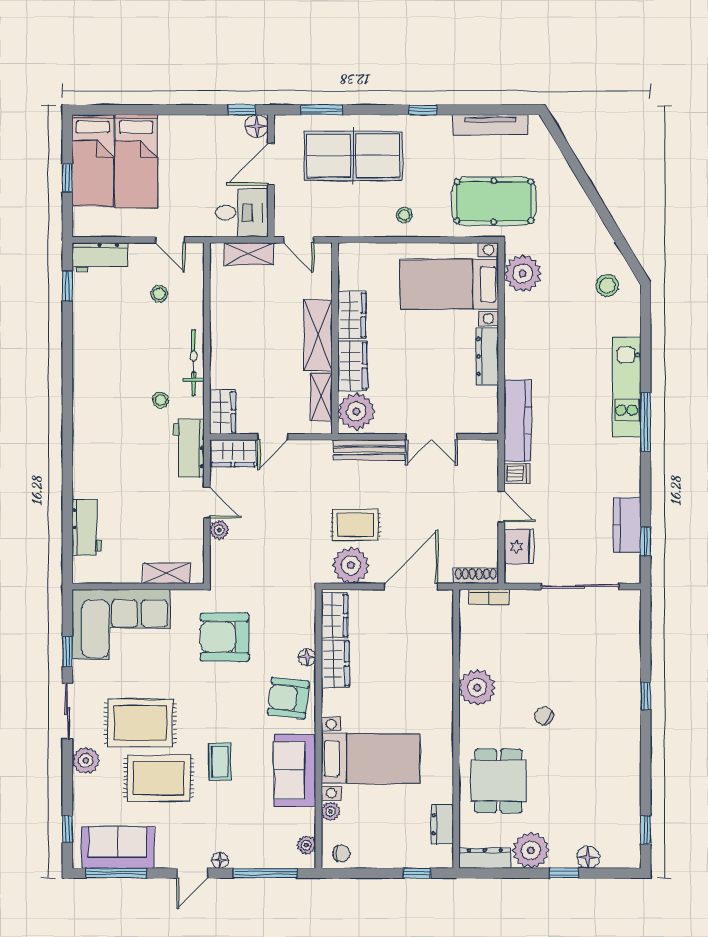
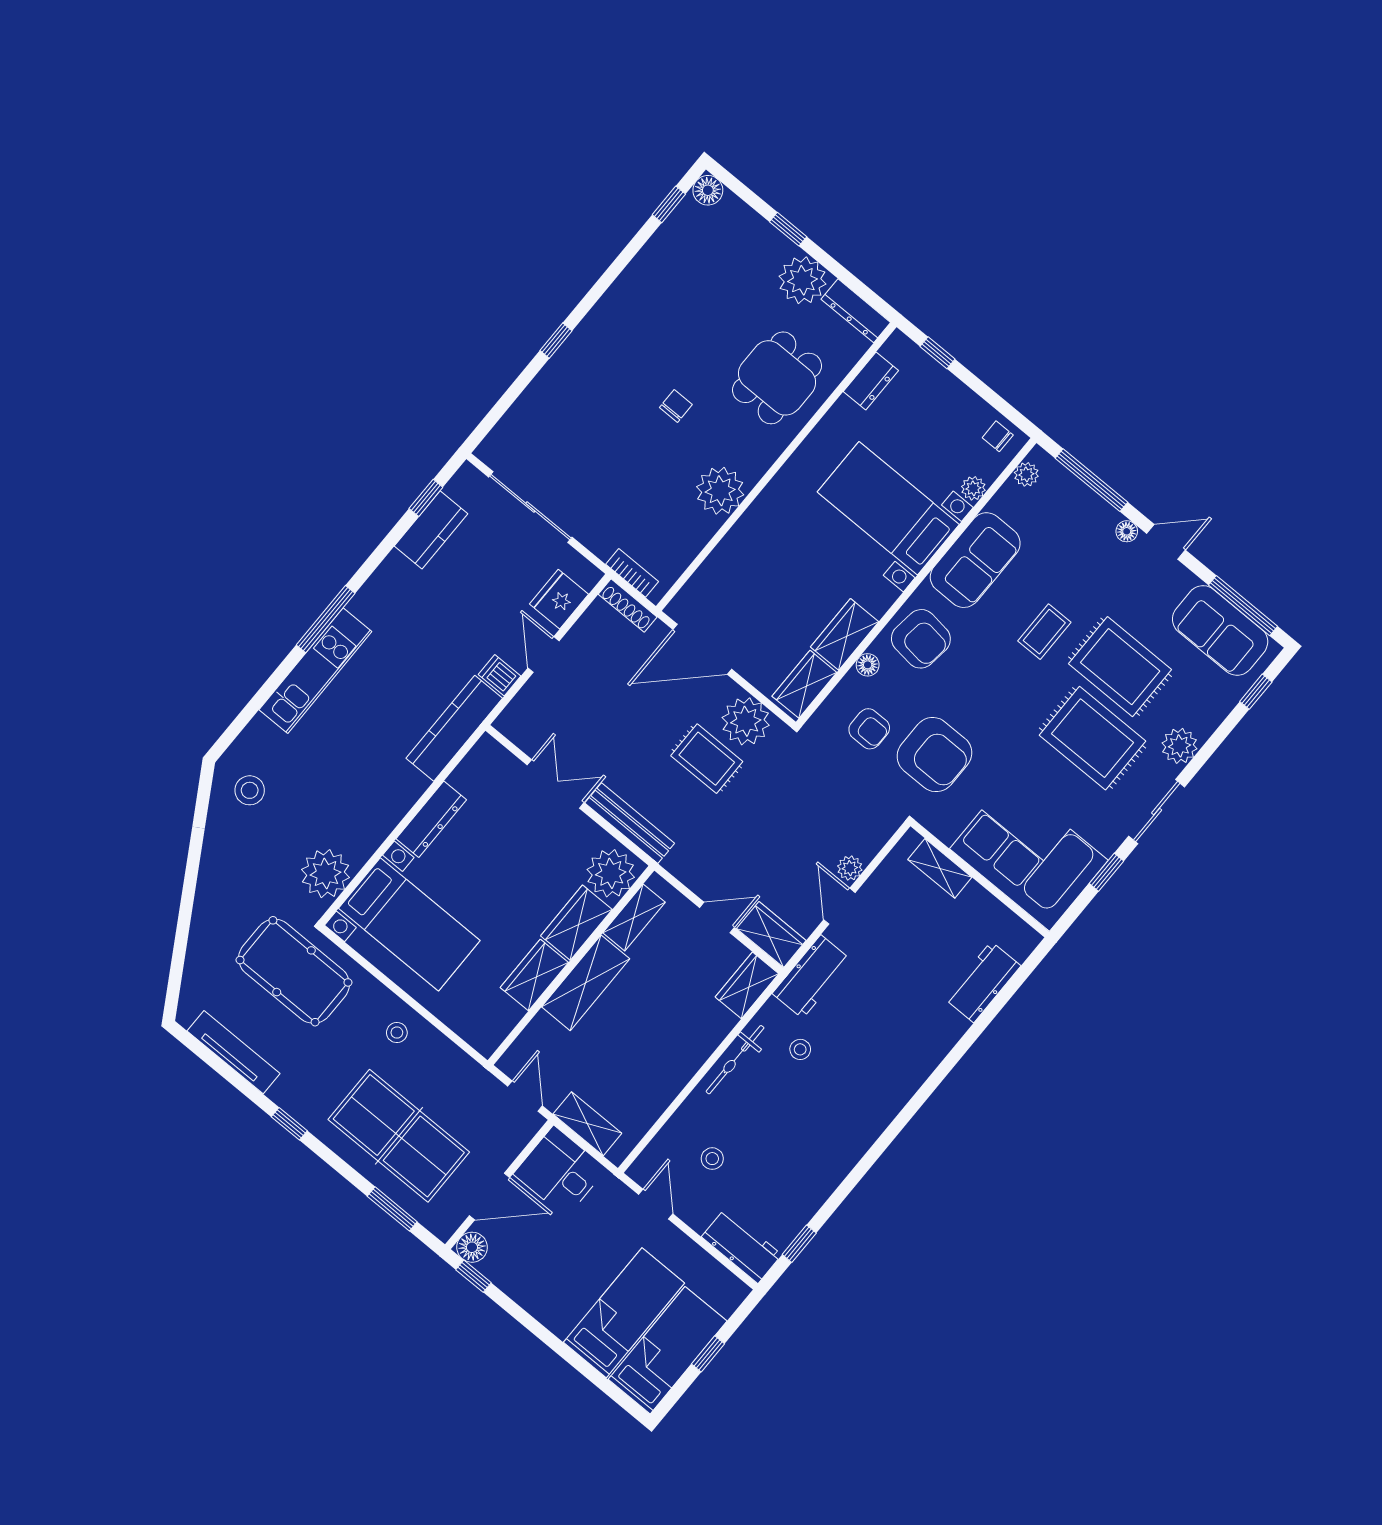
armchair: (275, 621) -> (869, 729), added
chair: (544, 716) -> (676, 406), turned -124
floor lamp: (588, 857) -> (708, 190), moved

